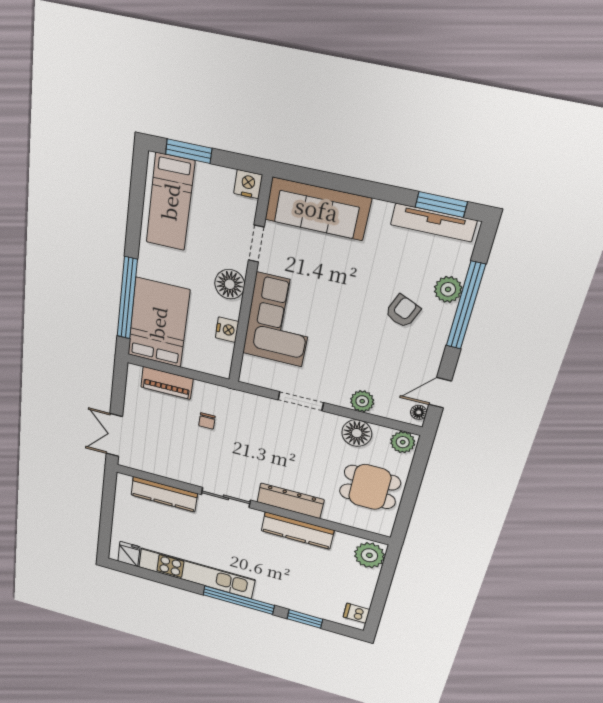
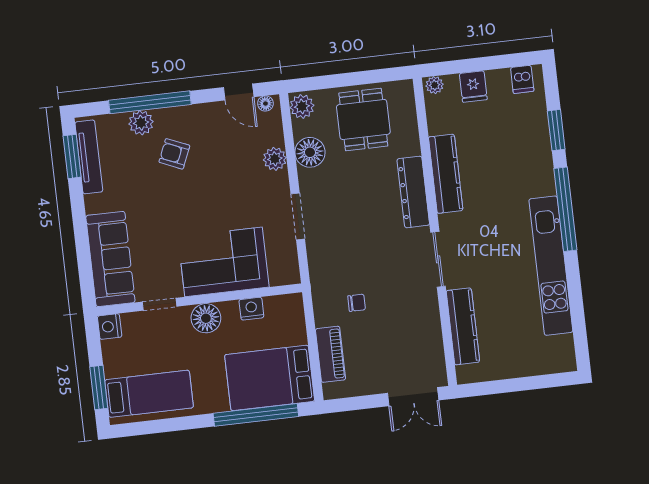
fridge: (129, 554) -> (473, 86), moved, turned -90
plant: (369, 555) -> (435, 85), width x0.53, depth x0.53

